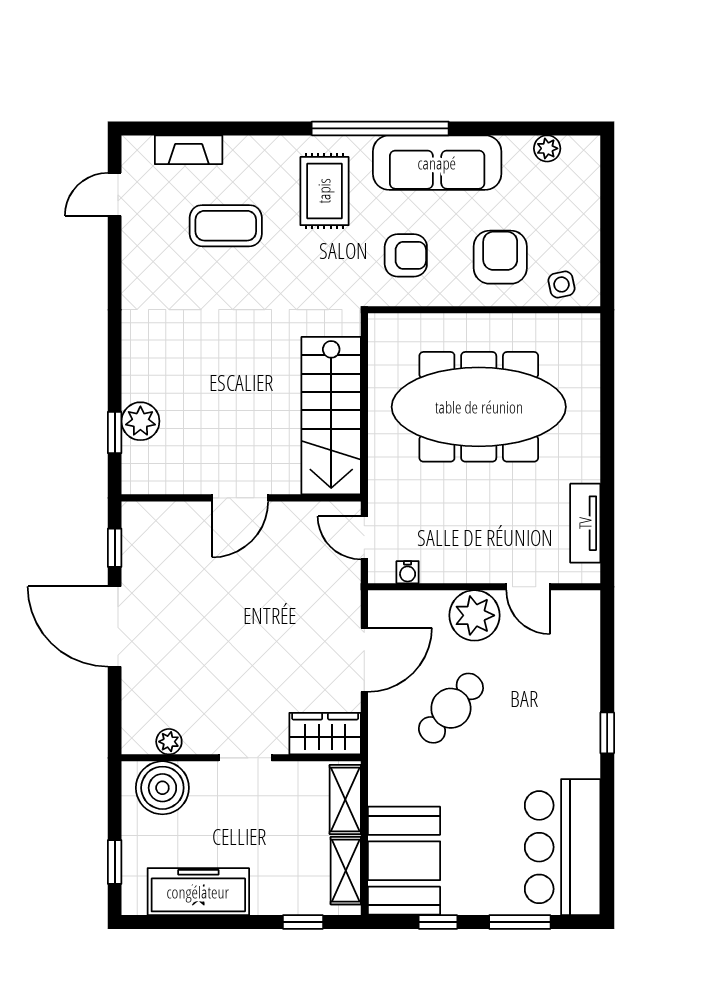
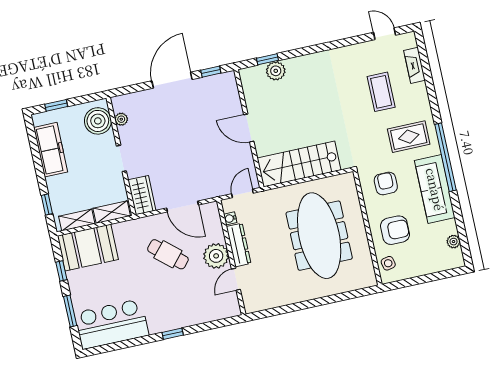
armchair: (406, 255) -> (386, 184), turned 180
tv unit: (585, 523) -> (273, 301), removed
dresser: (463, 567) -> (239, 245), added

